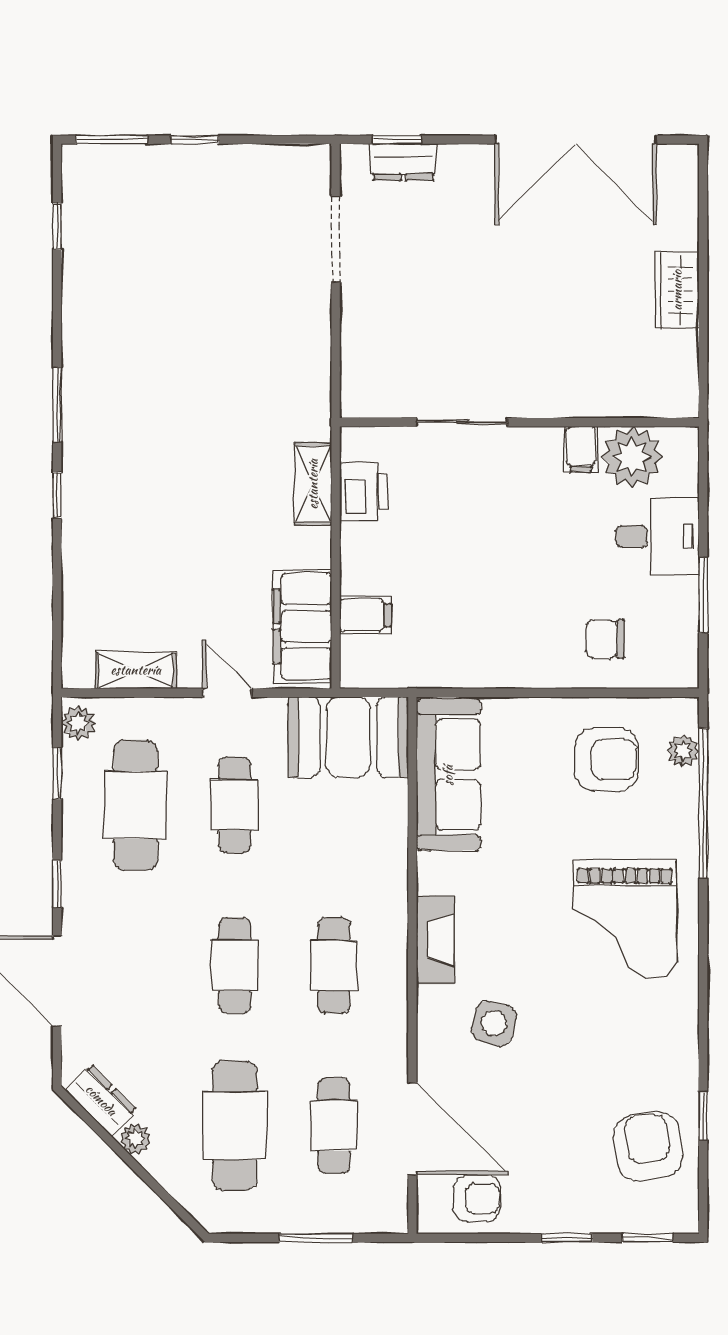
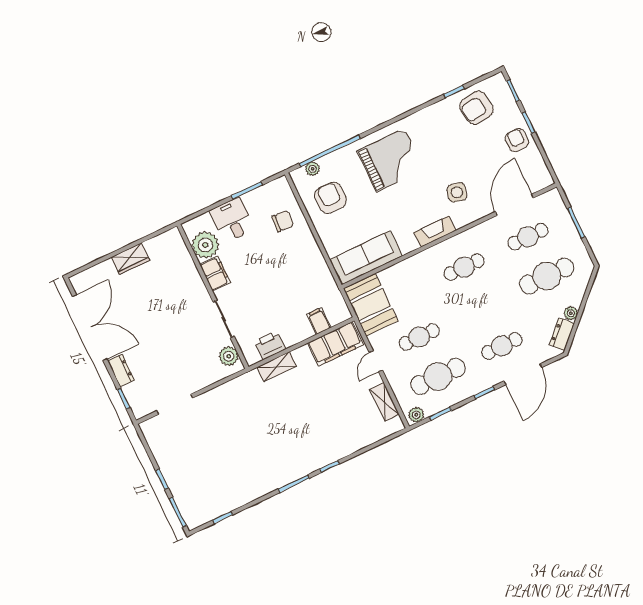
dresser: (403, 162) -> (121, 370), moved
plant: (381, 396) -> (229, 356), added
filing cabinet: (581, 449) -> (215, 274), width x2.00
chair: (605, 639) -> (283, 221), turned -86
cafe table: (235, 965) -> (502, 346), moved
armchair: (477, 1199) -> (517, 140), moved

